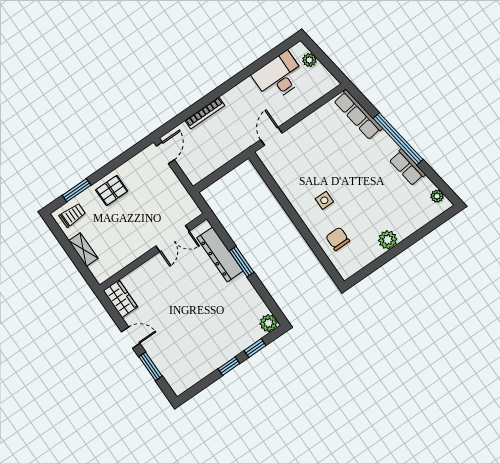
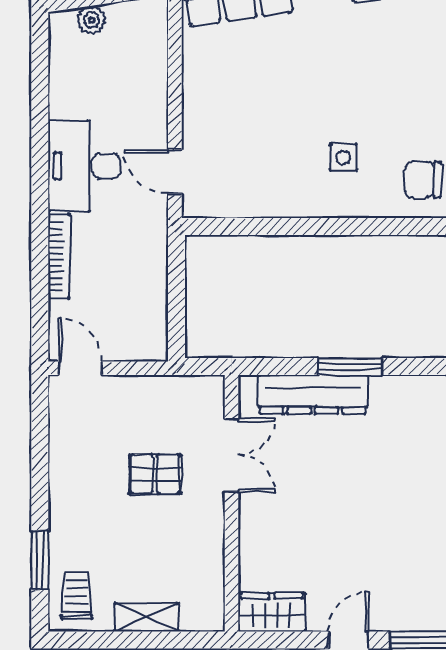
desk: (279, 77) -> (84, 166), moved
pallet: (112, 190) -> (155, 474), moved, turned 90

